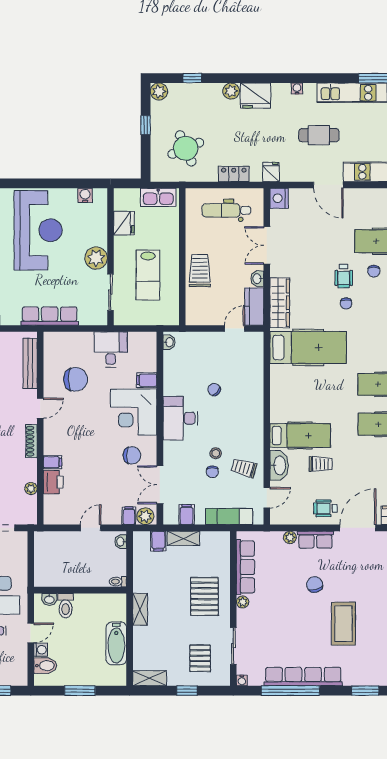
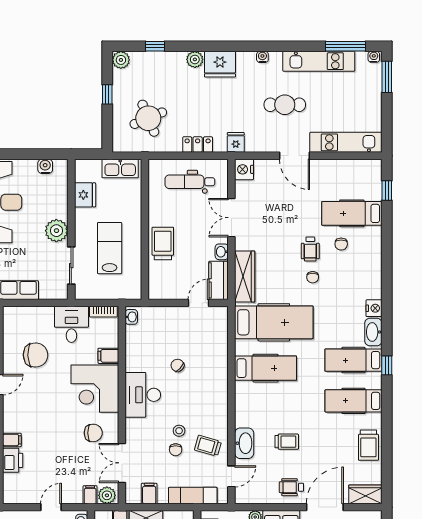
lab bench: (148, 275) -> (110, 248), turned 180
bookcase: (142, 337) -> (103, 312), added
hospital bed: (300, 435) -> (266, 368), moved

